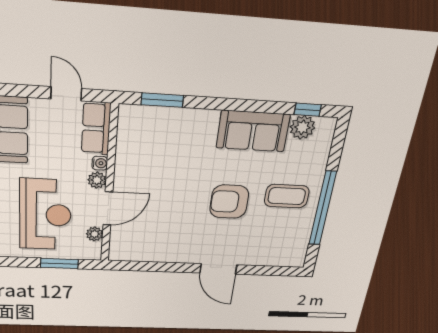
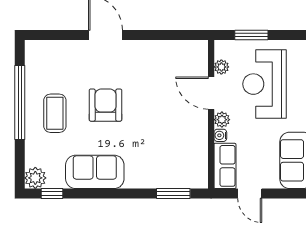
plant: (302, 127) -> (35, 178), moved
coffee table: (287, 196) -> (55, 113), turned 90
armchair: (229, 202) -> (105, 105), turned -90
door: (108, 208) -> (211, 93), hinge flipped

